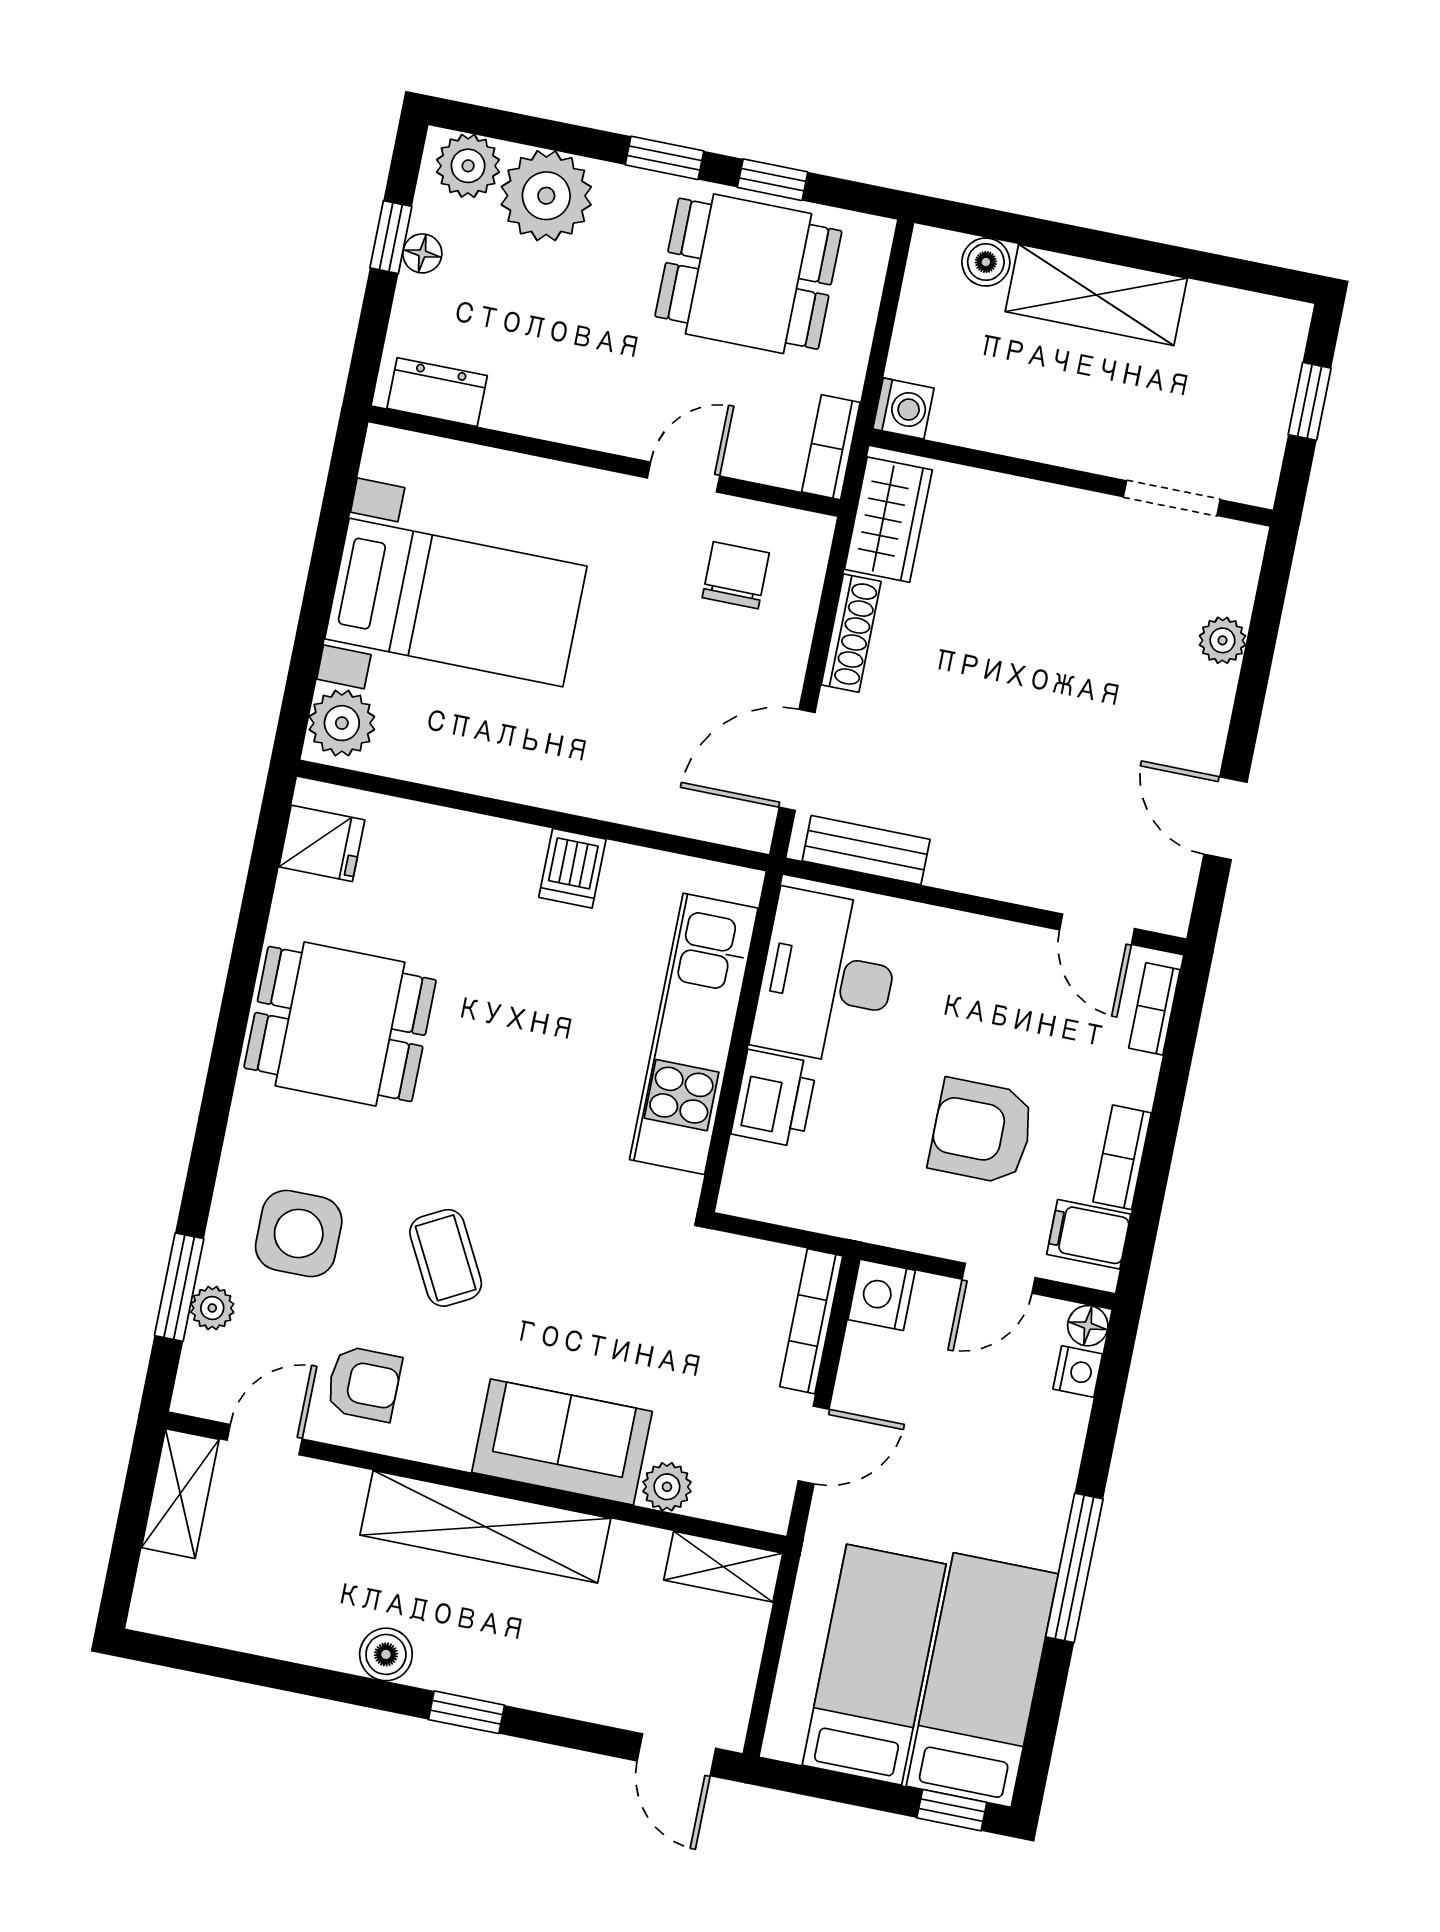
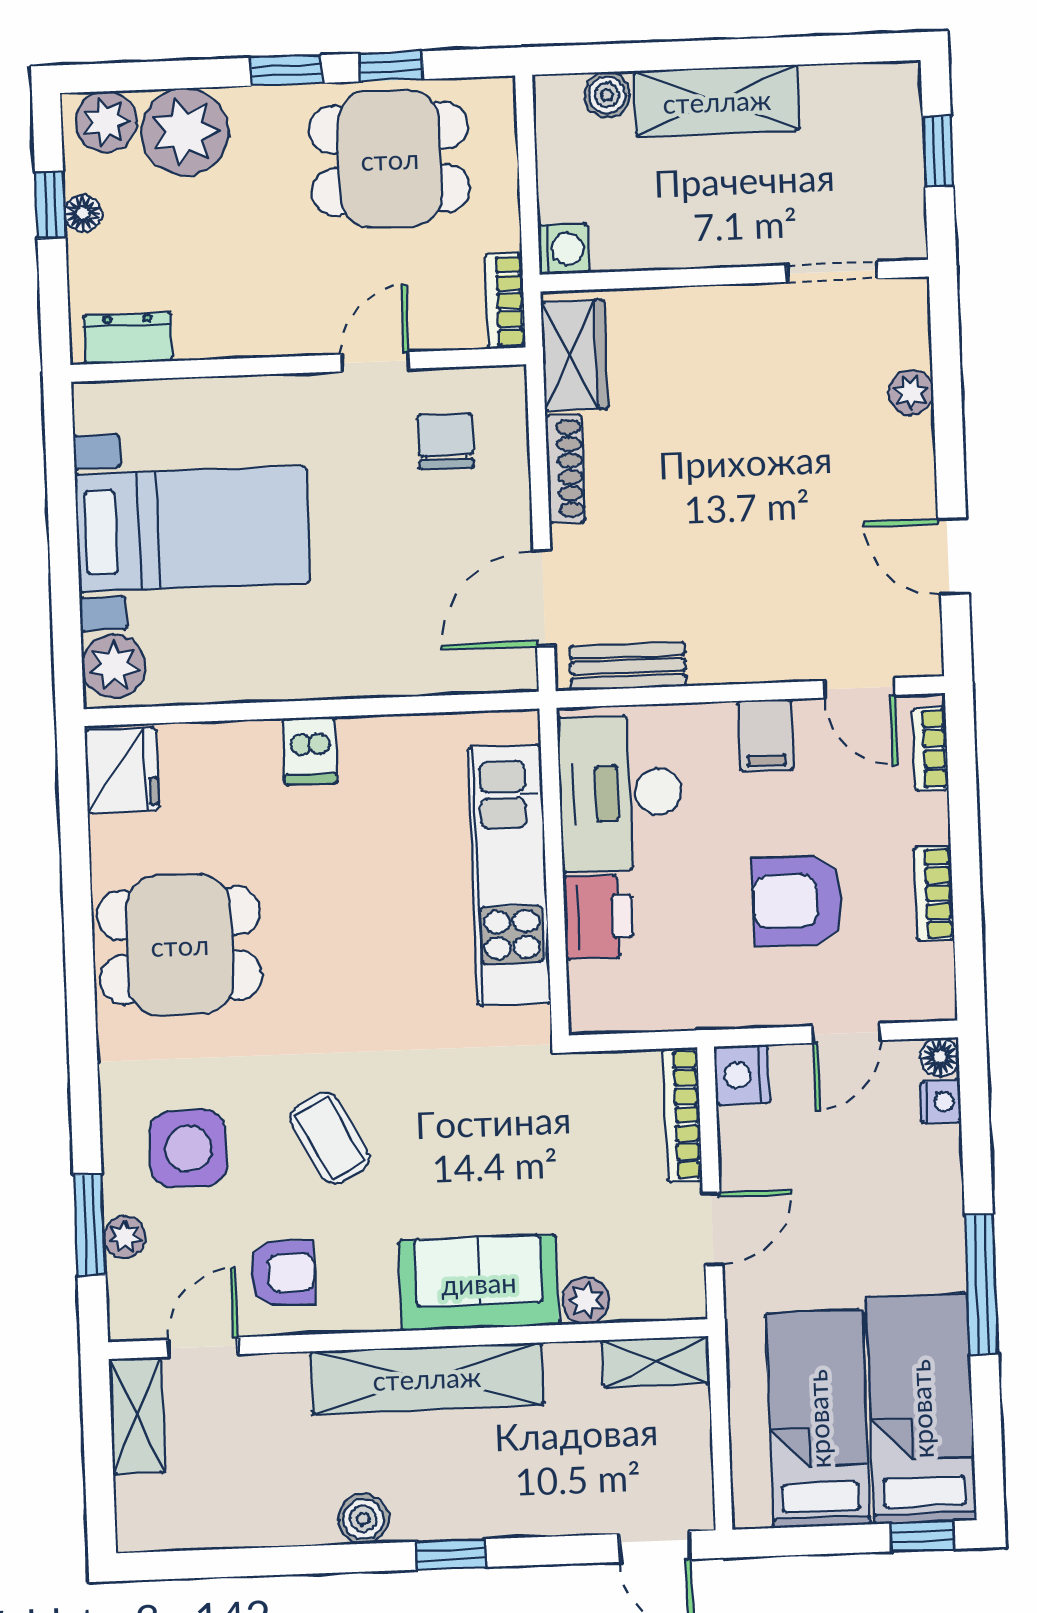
fridge: (322, 843) -> (122, 770), width x1.38
dishwasher: (572, 868) -> (310, 751), moved
filing cabinet: (1089, 1234) -> (766, 735), moved, turned -90

